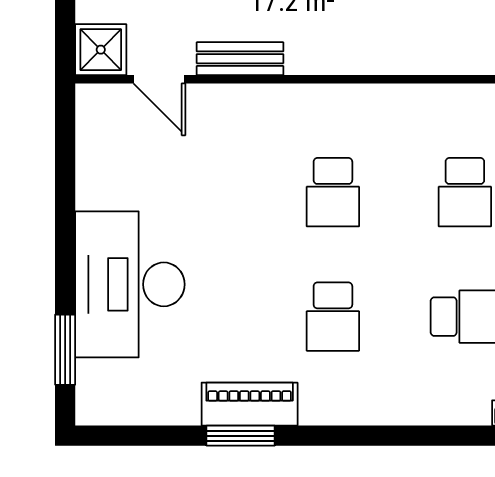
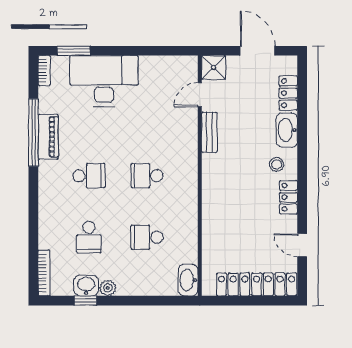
school desk: (333, 317) -> (89, 176), turned 180
bookcase: (108, 413) -> (44, 71), added
window: (241, 436) -> (33, 133), width x2.11

